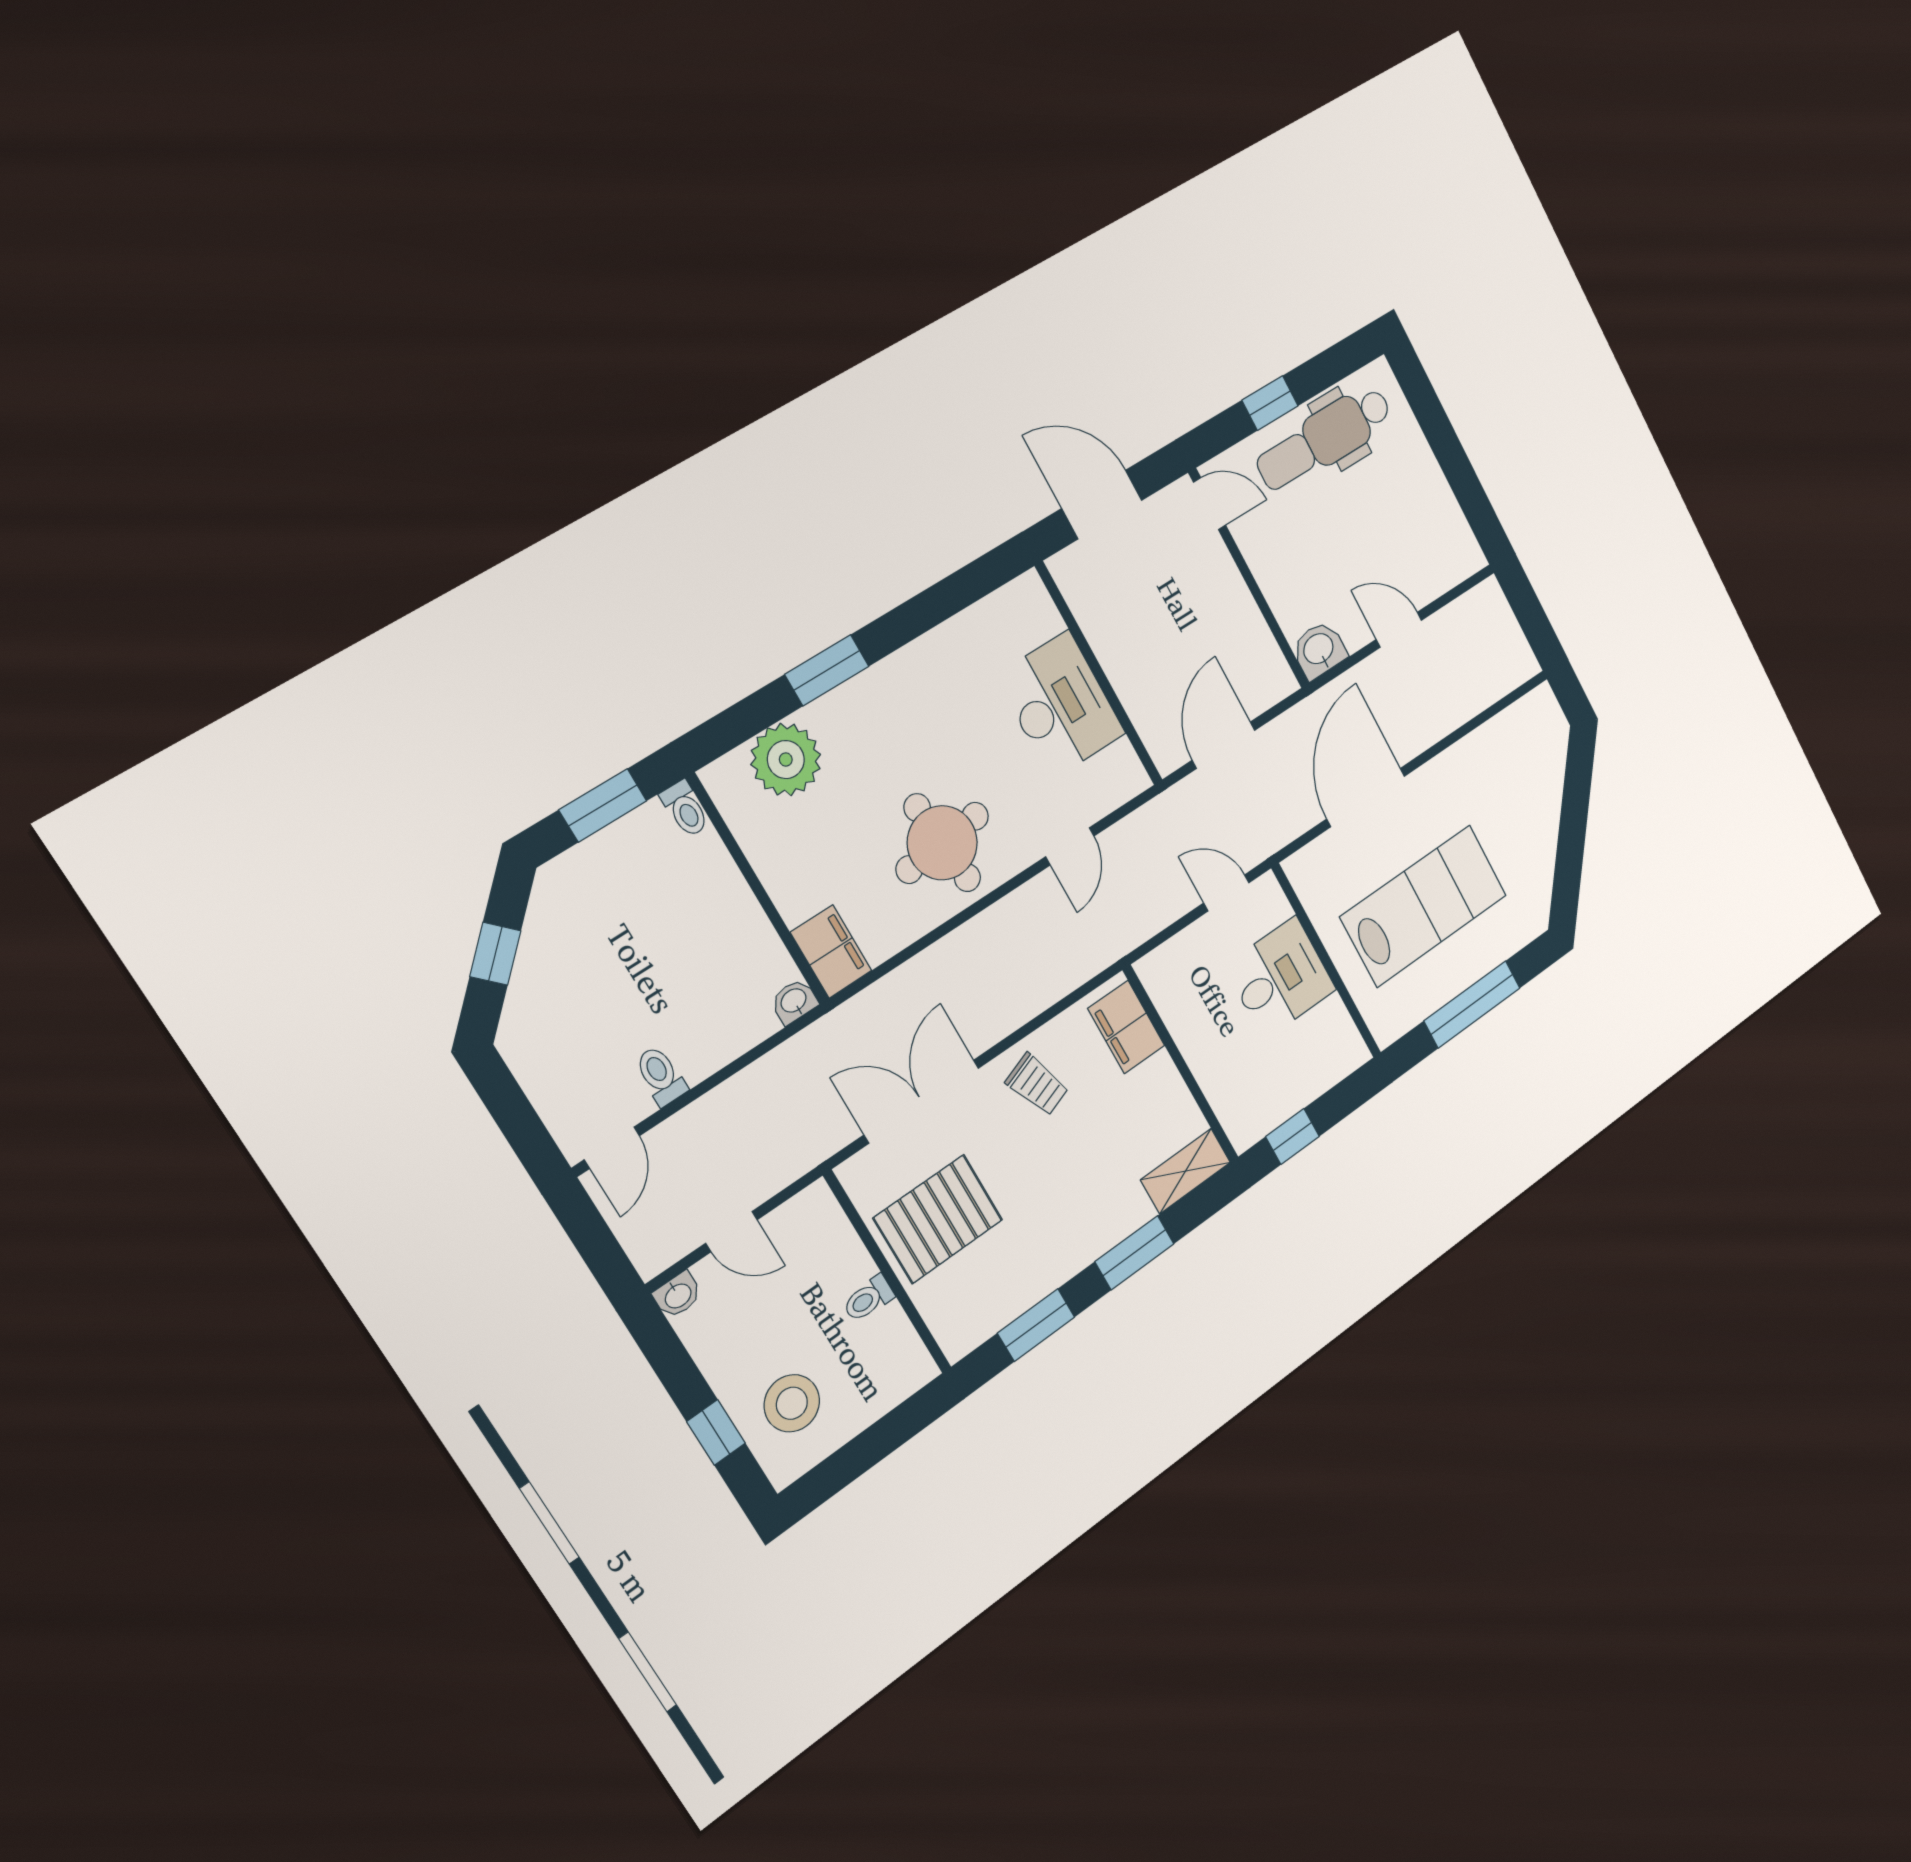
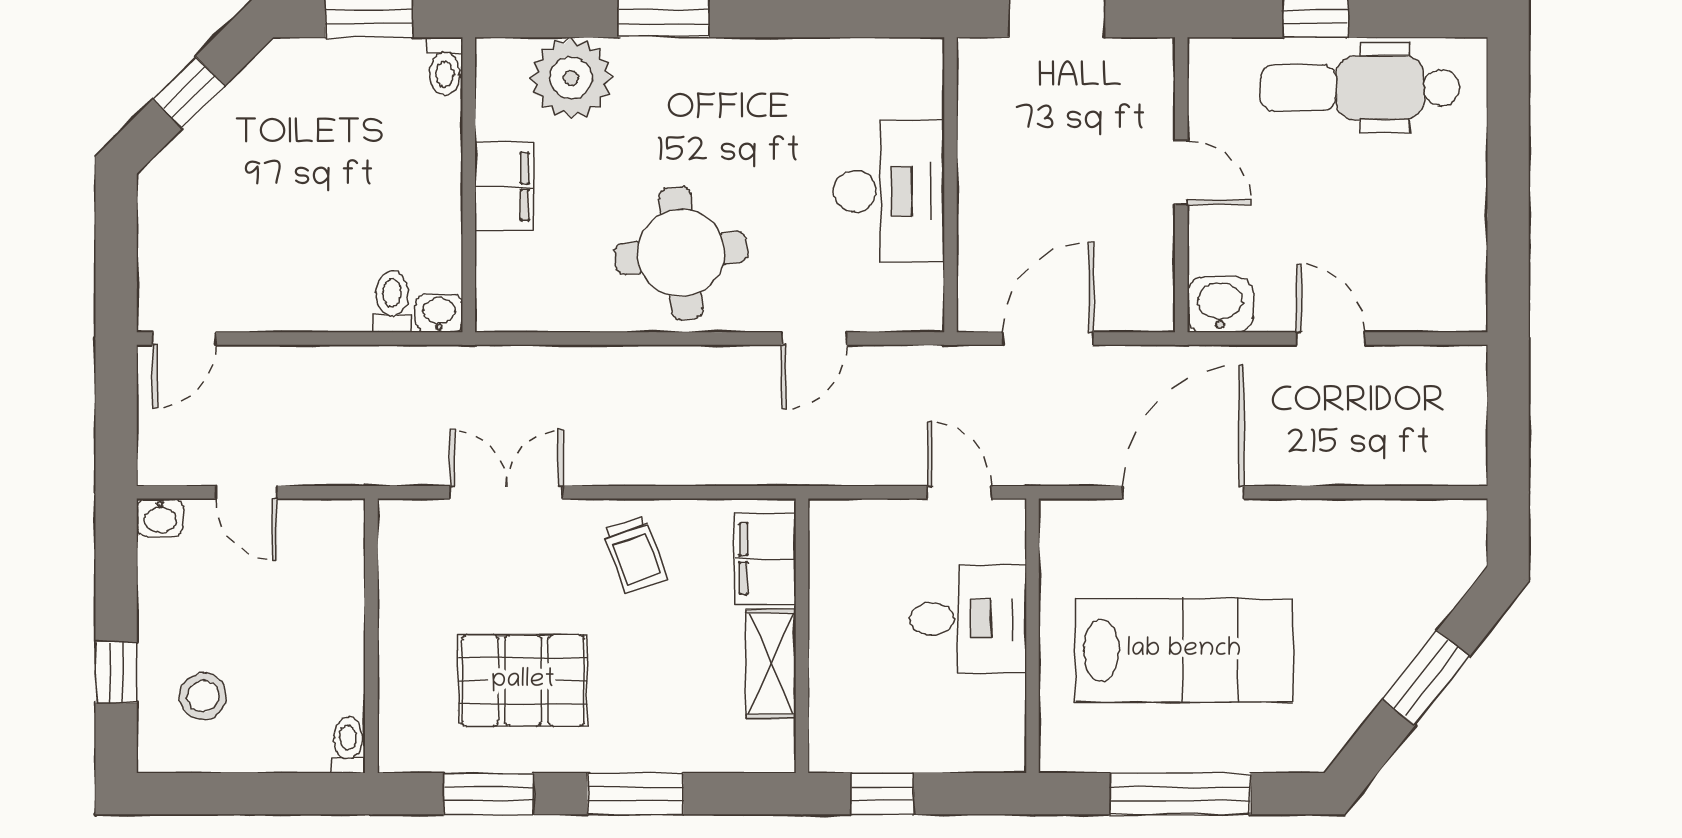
door: (1210, 504) -> (1181, 173), moved
window: (1573, 825) -> (1426, 678), added
filing cabinet: (831, 951) -> (504, 186), moved
toilet: (661, 1076) -> (392, 301), moved
double door: (922, 1101) -> (506, 492), width x0.73
shelving: (1186, 1171) -> (771, 664), moved, turned 90
pallet: (938, 1219) -> (523, 681), moved
toilet: (868, 1299) -> (348, 745), moved, turned 90
stool: (792, 1403) -> (203, 696), width x0.73, depth x0.73

